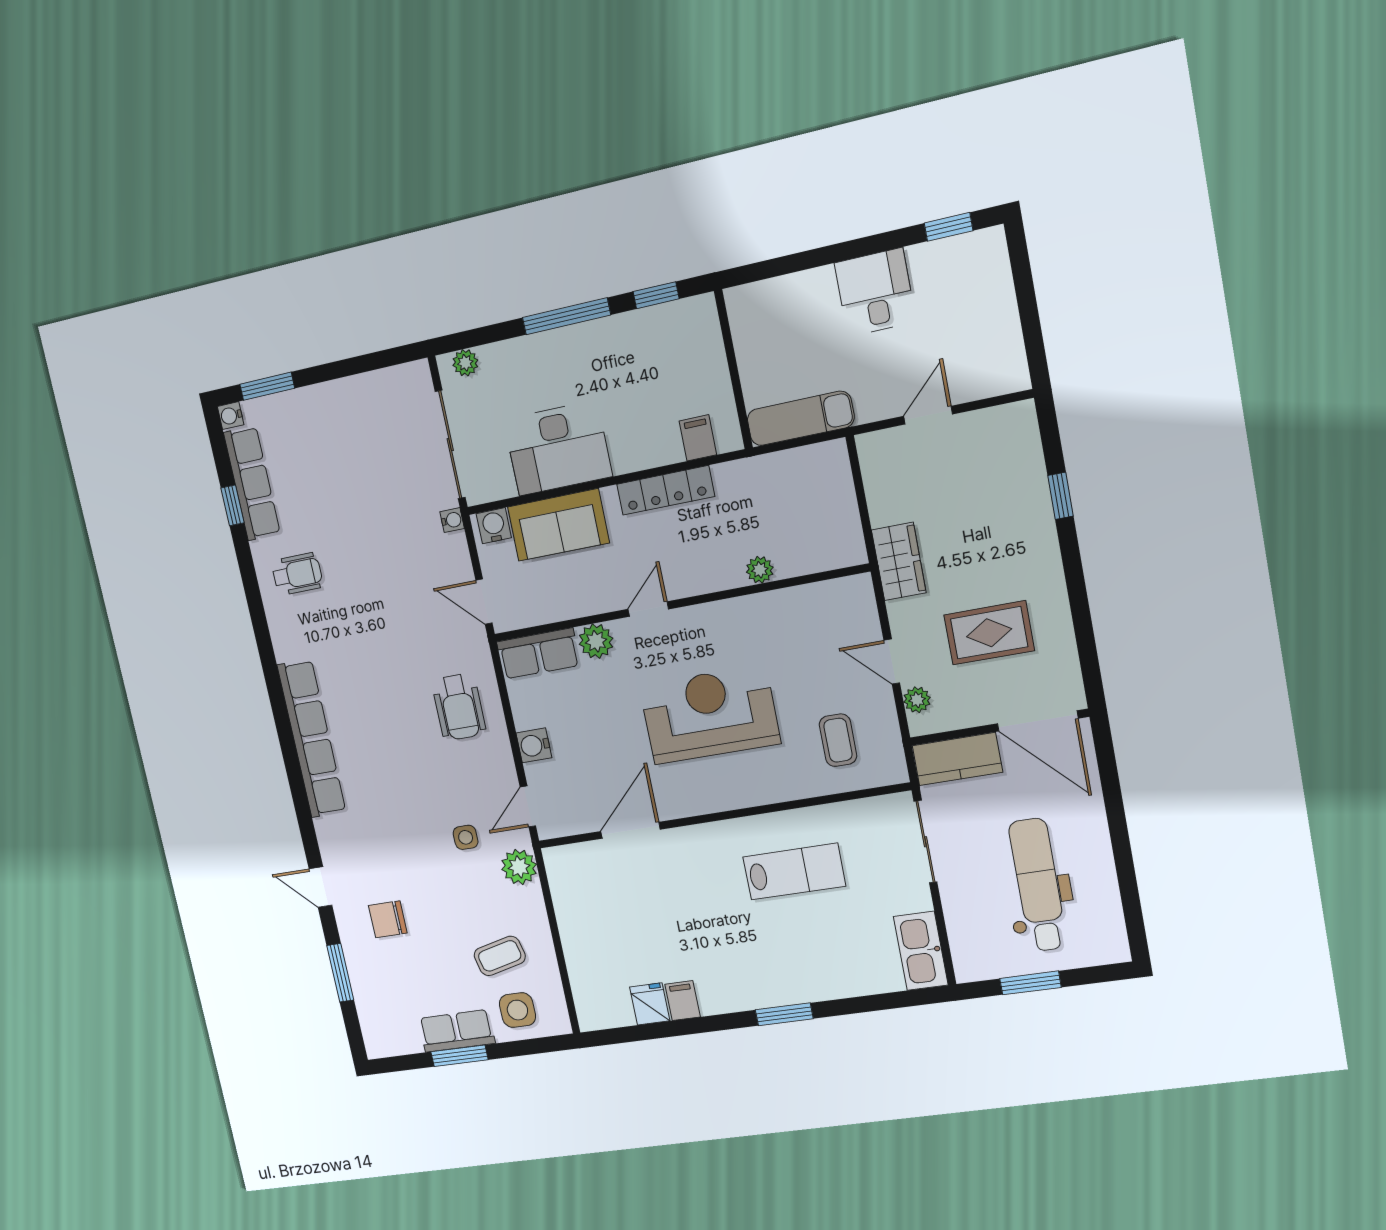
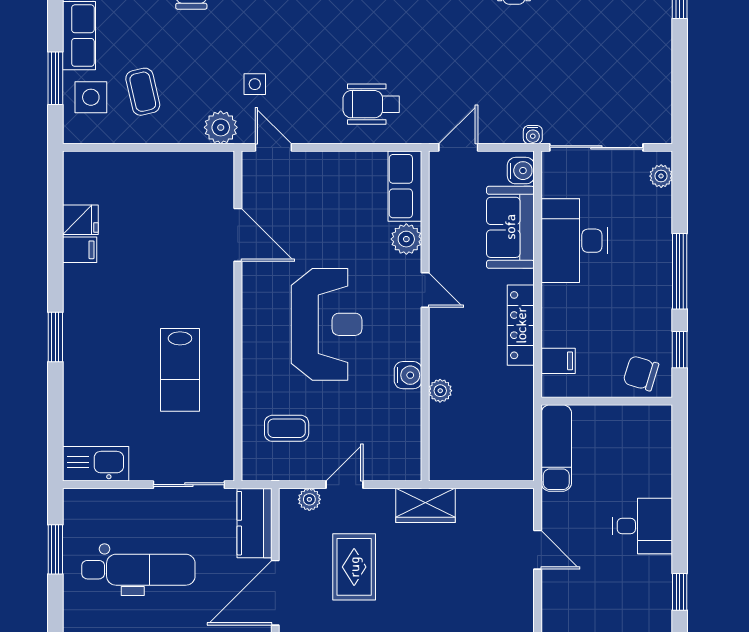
chair: (693, 336) -> (641, 373), added
water cooler: (534, 745) -> (408, 375), moved, turned 90
window: (459, 1056) -> (55, 78), moved

